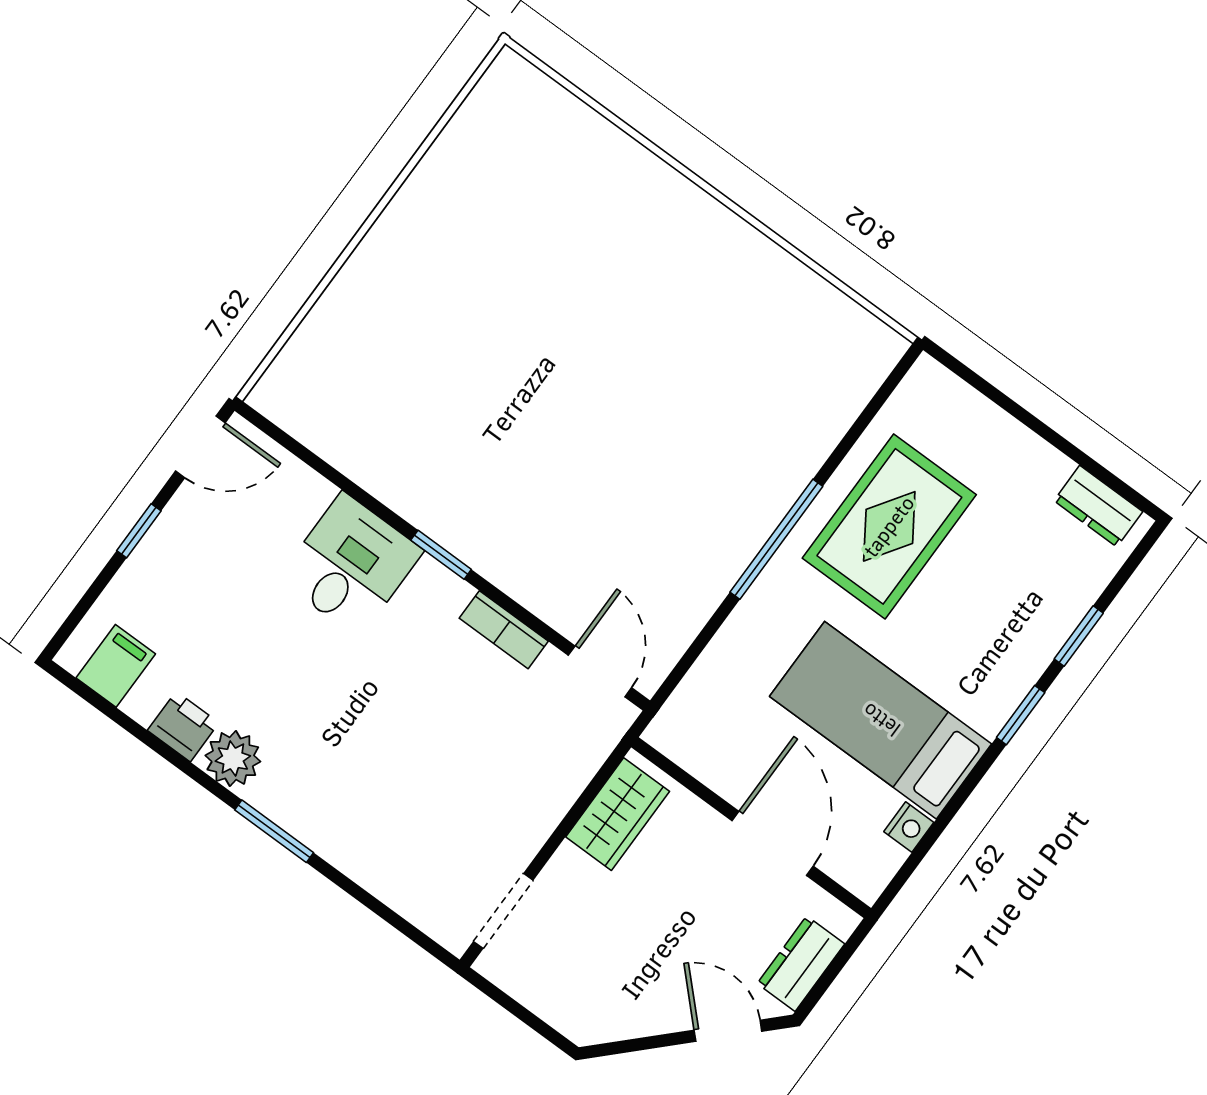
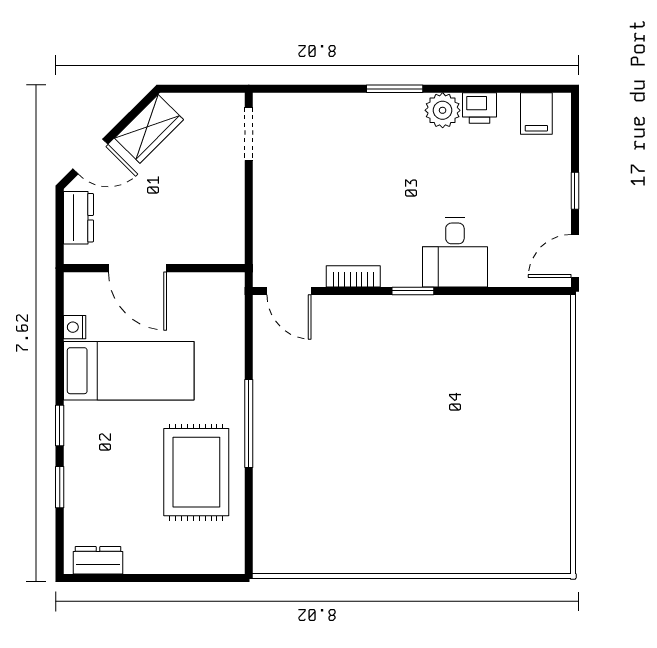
wardrobe: (618, 814) -> (149, 129), moved, turned -135

